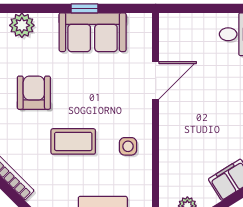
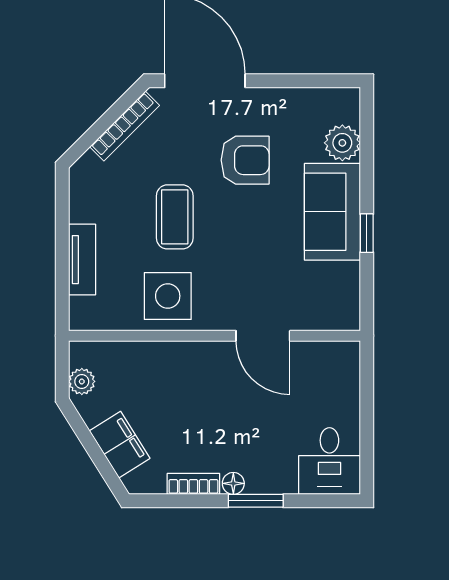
sofa: (93, 32) -> (332, 212), moved
side table: (128, 146) -> (168, 296), width x1.87, depth x1.87

